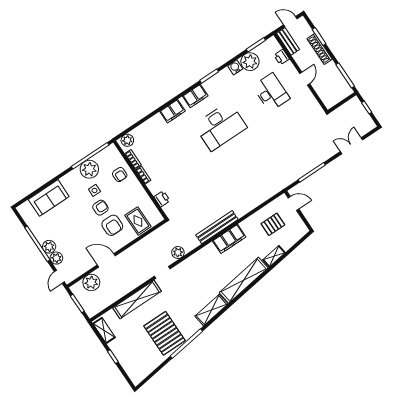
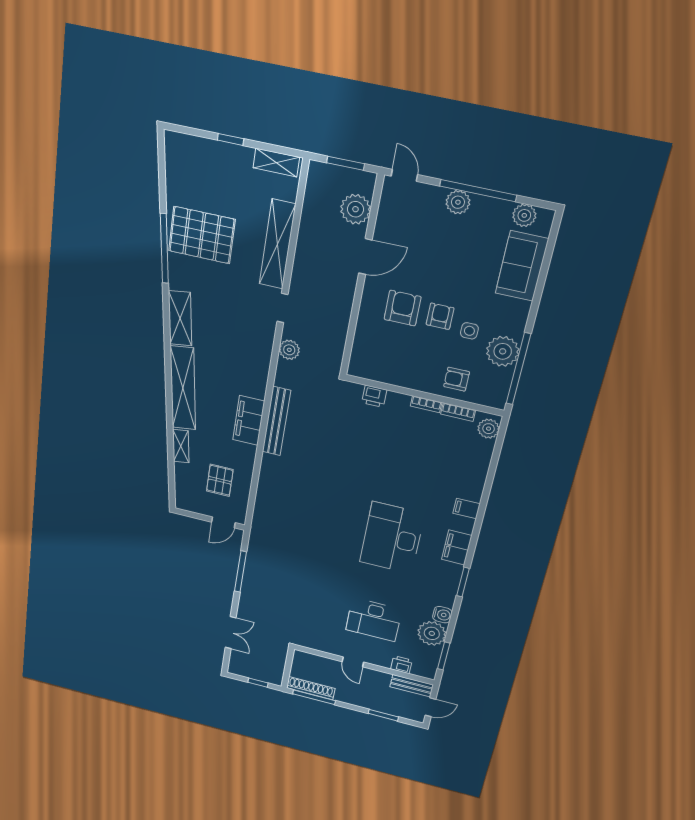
shoe rack: (320, 49) -> (311, 688), moved
filing cabinet: (172, 111) -> (467, 509), width x0.50
armchair: (100, 208) -> (440, 316), turned 180
rug: (138, 221) -> (376, 343), removed
armchair: (112, 225) -> (403, 308), turned 90
plant: (56, 258) -> (524, 215), moved

